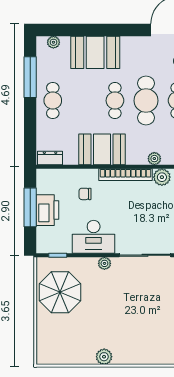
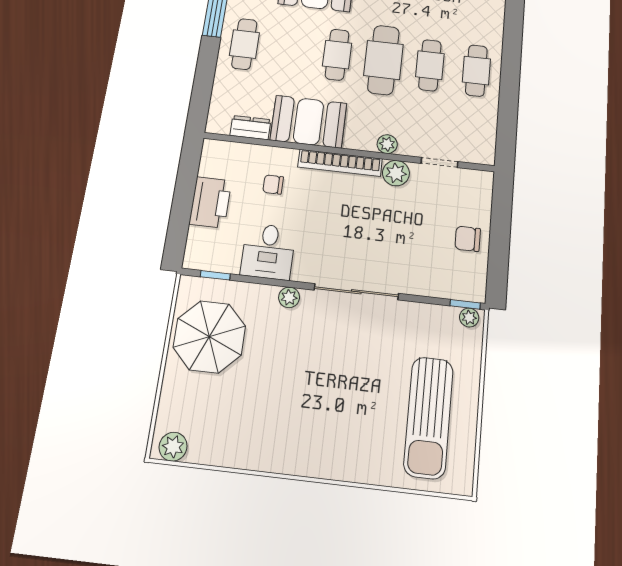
dresser: (50, 158) -> (250, 128), moved
window: (30, 207) -> (184, 195), removed
desk: (94, 237) -> (268, 251), width x0.73
plant: (104, 357) -> (173, 447), moved

